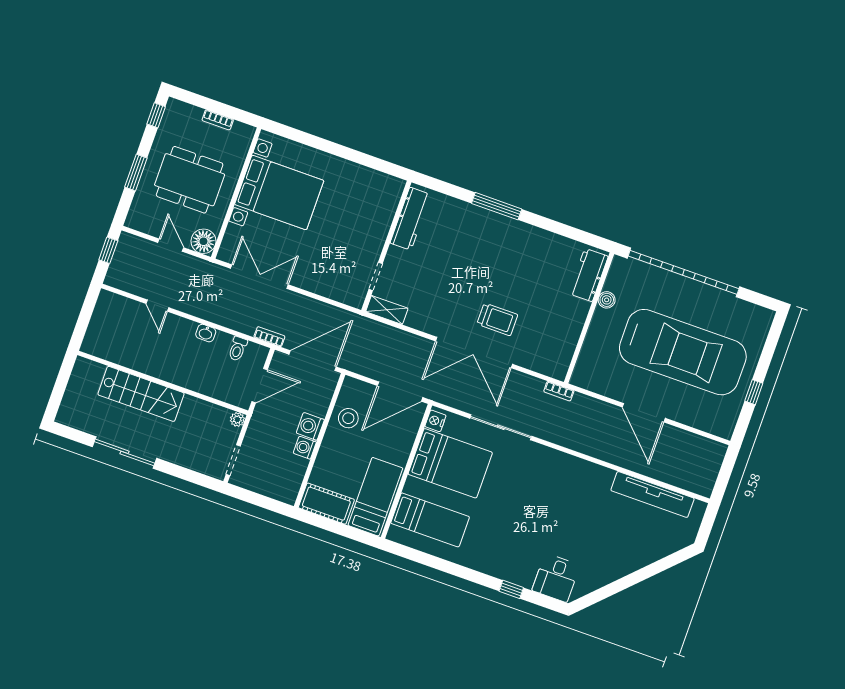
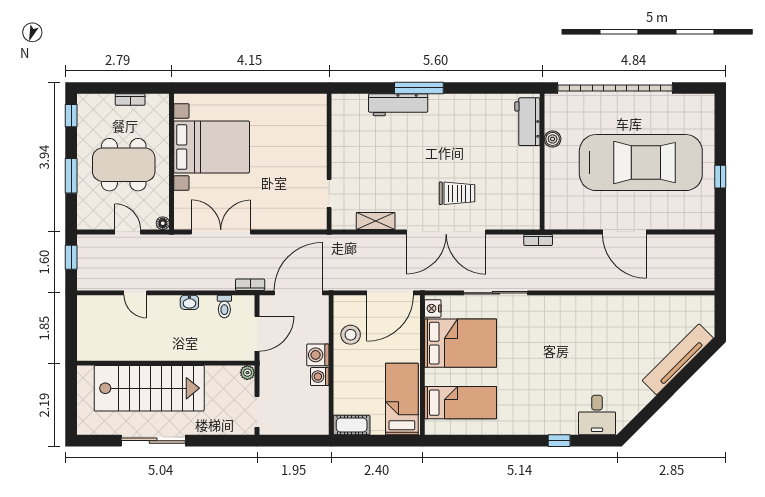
workbench: (410, 219) -> (398, 105), moved, turned 90
floor lamp: (203, 241) -> (163, 223), width x0.53, depth x0.53
shelving: (387, 310) -> (376, 221), moved
stairs: (141, 394) -> (149, 388), width x1.36, depth x1.51
tv unit: (652, 494) -> (678, 359), moved, turned 135
cot: (326, 504) -> (352, 425), width x0.73, depth x0.75

